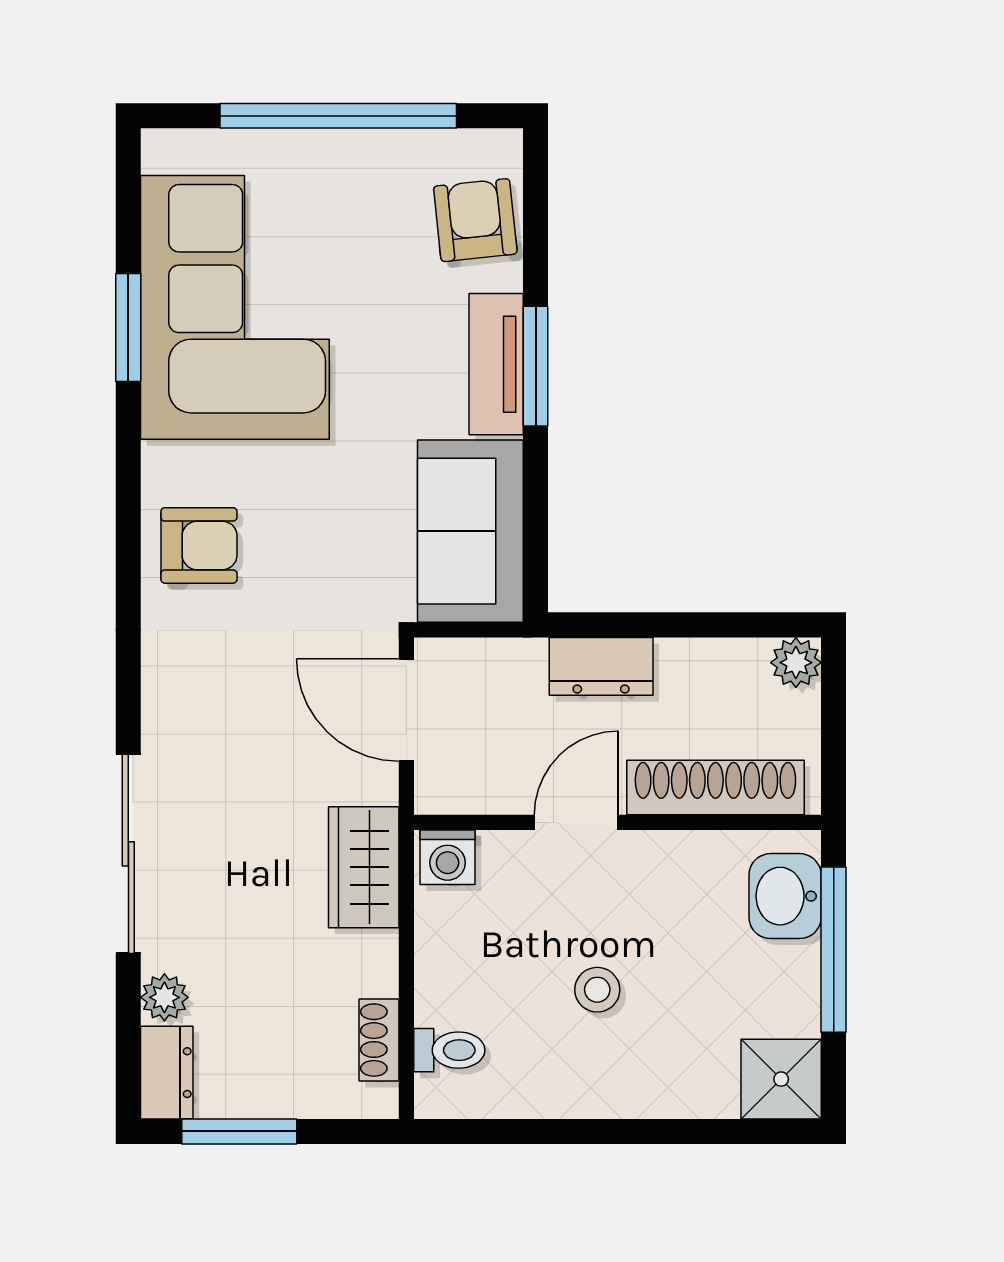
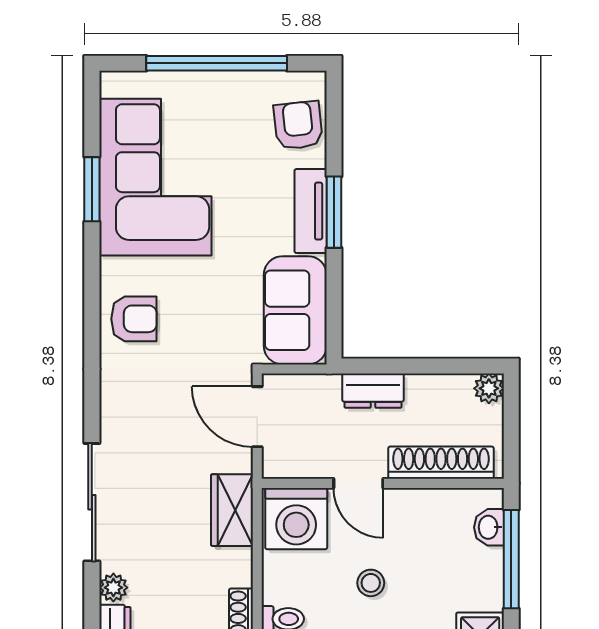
door: (576, 822) -> (358, 483), swing flipped
washing machine: (448, 857) -> (296, 519), width x1.89, depth x1.89
washbasin: (785, 896) -> (489, 527), width x0.72, depth x0.69

